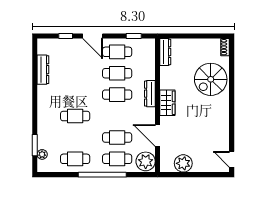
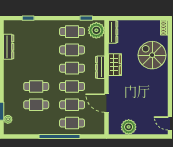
door: (93, 36) -> (51, 18), removed
spiral stairs: (211, 79) -> (152, 55), turned 90
wardrobe: (167, 103) -> (115, 65), moved
cafe table: (117, 116) -> (72, 86), added
cafe table: (75, 159) -> (36, 105), moved
plant: (146, 161) -> (96, 30), moved

